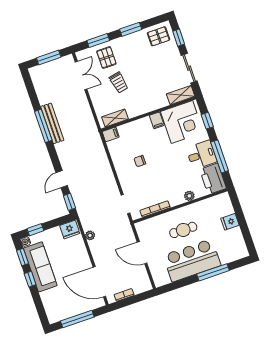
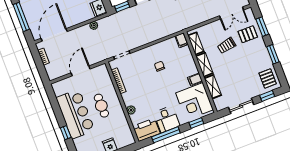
shelving: (181, 95) -> (213, 87), moved
shelving: (140, 109) -> (204, 65), added
window: (213, 272) -> (66, 133), width x0.46

